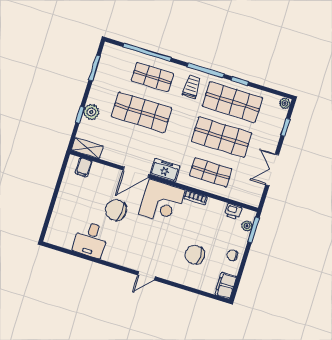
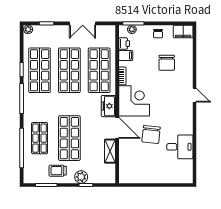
trolley: (192, 87) -> (58, 171), moved
shelving: (87, 148) -> (110, 151), moved
filing cabinet: (84, 167) -> (126, 55), moved
shop shelf: (211, 172) -> (99, 70), width x1.43, depth x1.36

